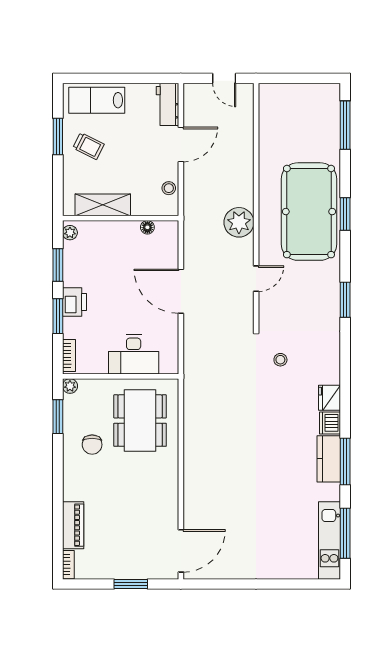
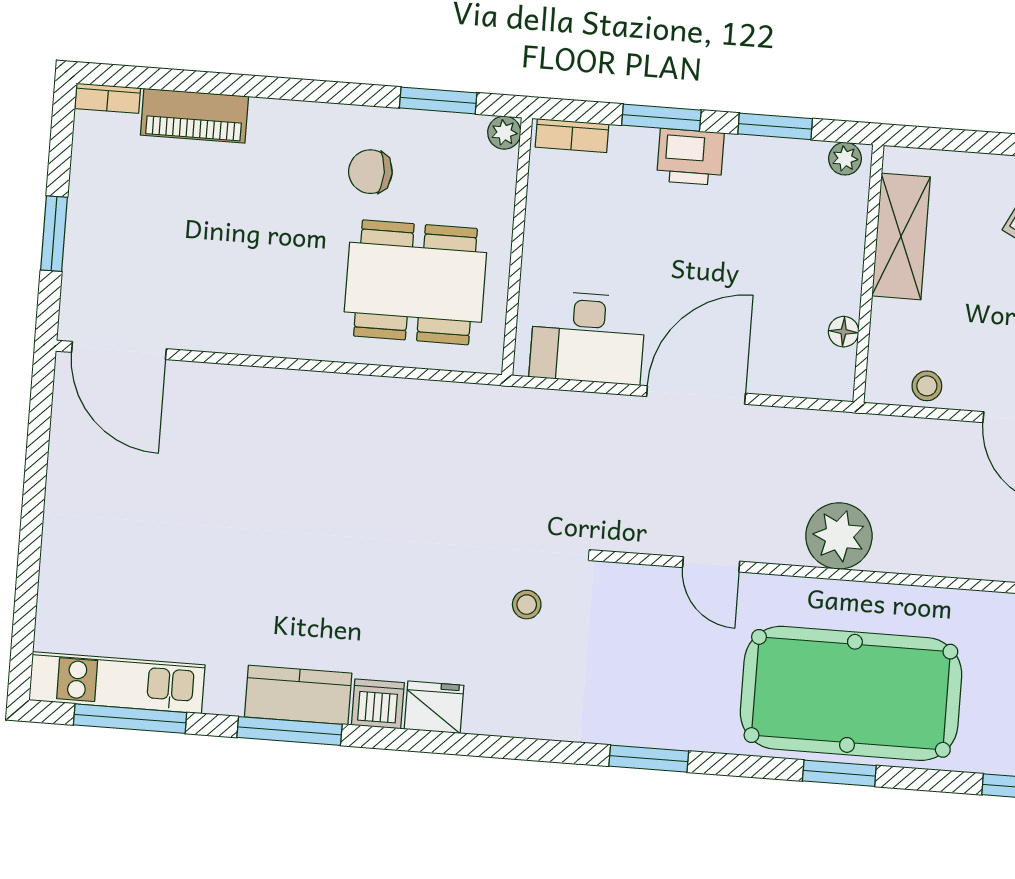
desk: (134, 354) -> (588, 338), moved, turned -90

